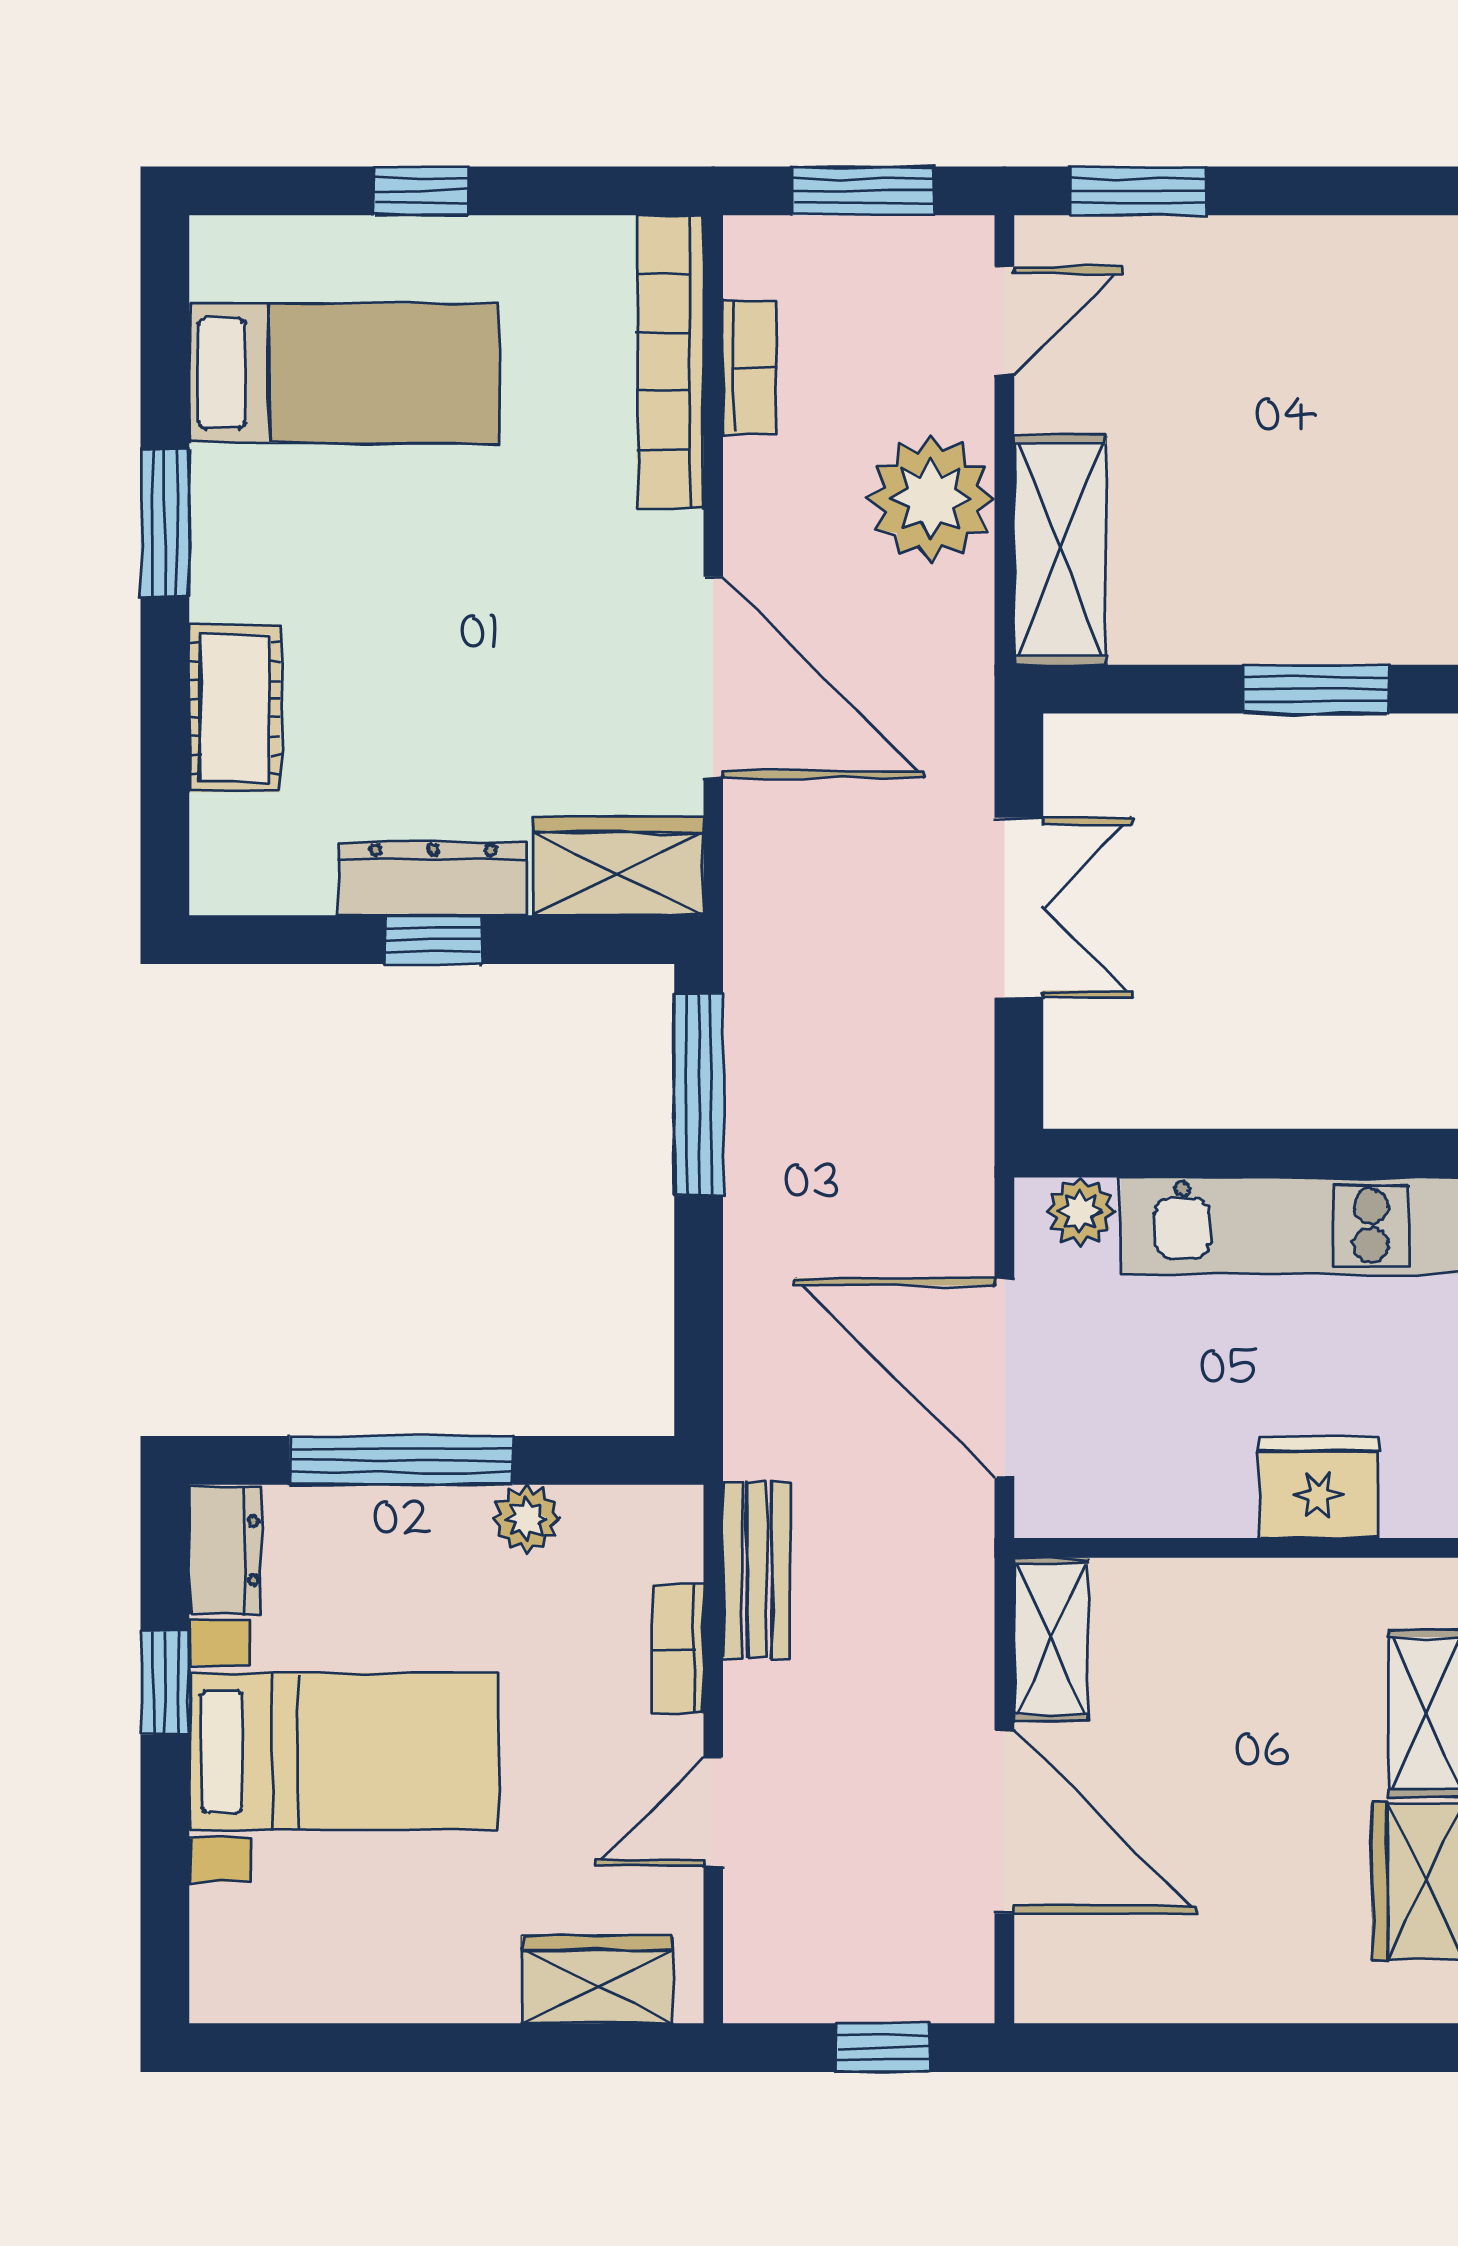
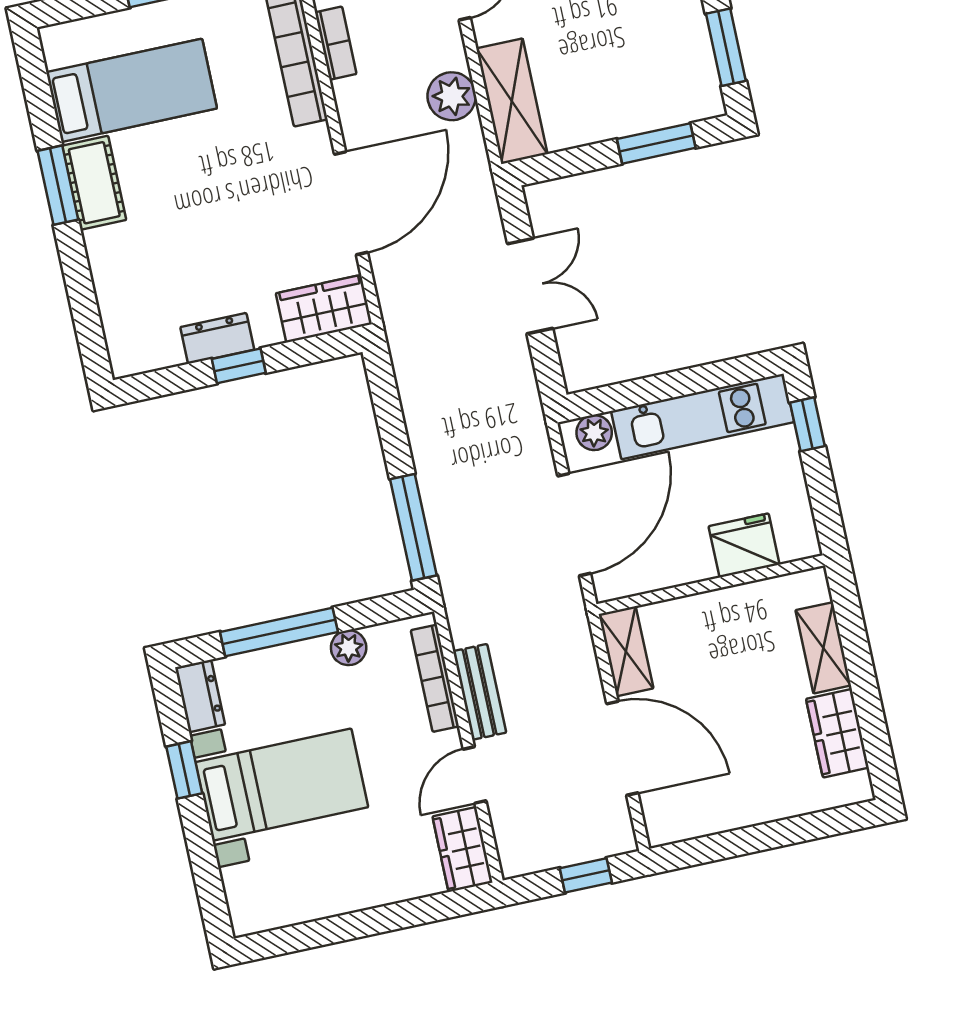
plant: (931, 499) -> (452, 96), width x0.73, depth x0.73
door: (713, 677) -> (351, 203), hinge flipped
cot: (235, 708) -> (94, 183), moved
dresser: (433, 879) -> (217, 338), width x0.70
window: (699, 1094) -> (413, 527), moved
door: (1004, 1378) -> (574, 525), swing flipped
bench: (757, 1570) -> (480, 692), moved
bookcase: (678, 1649) -> (435, 678), width x1.56
wardrobe: (597, 1980) -> (463, 850), moved, turned -90

